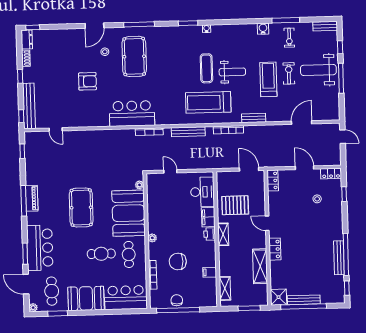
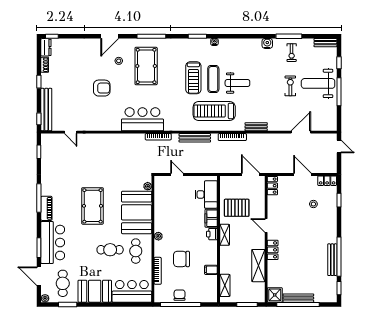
treadmill: (268, 79) -> (193, 78), moved, turned 180
piano: (32, 198) -> (46, 208), moved

